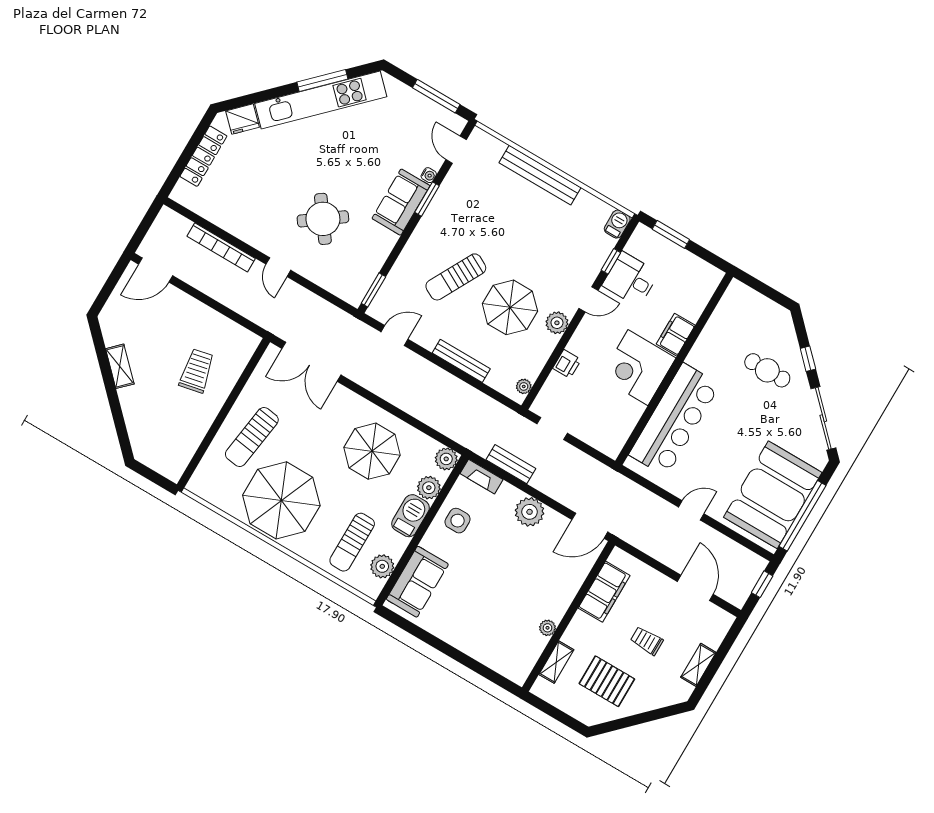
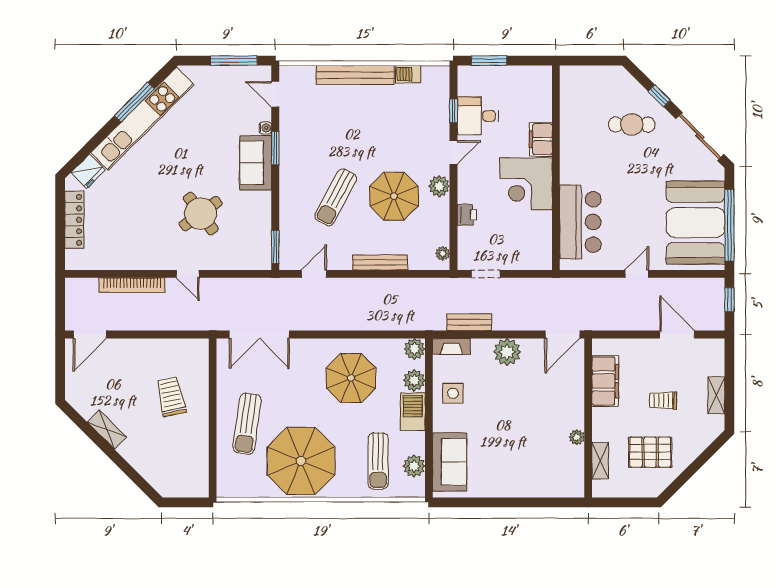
barbecue: (617, 224) -> (408, 74), moved, turned -90
bar counter: (675, 420) -> (580, 222), width x0.73

